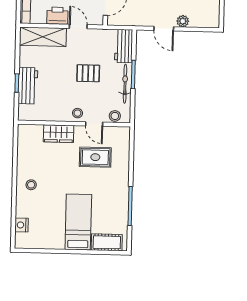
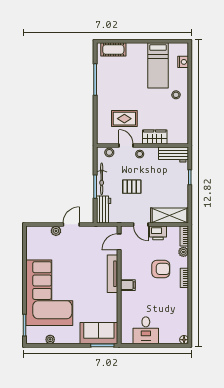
door: (164, 29) -> (71, 224), hinge flipped
workbench: (28, 86) -> (173, 155), moved, turned -90
bed: (78, 222) -> (158, 65), moved

